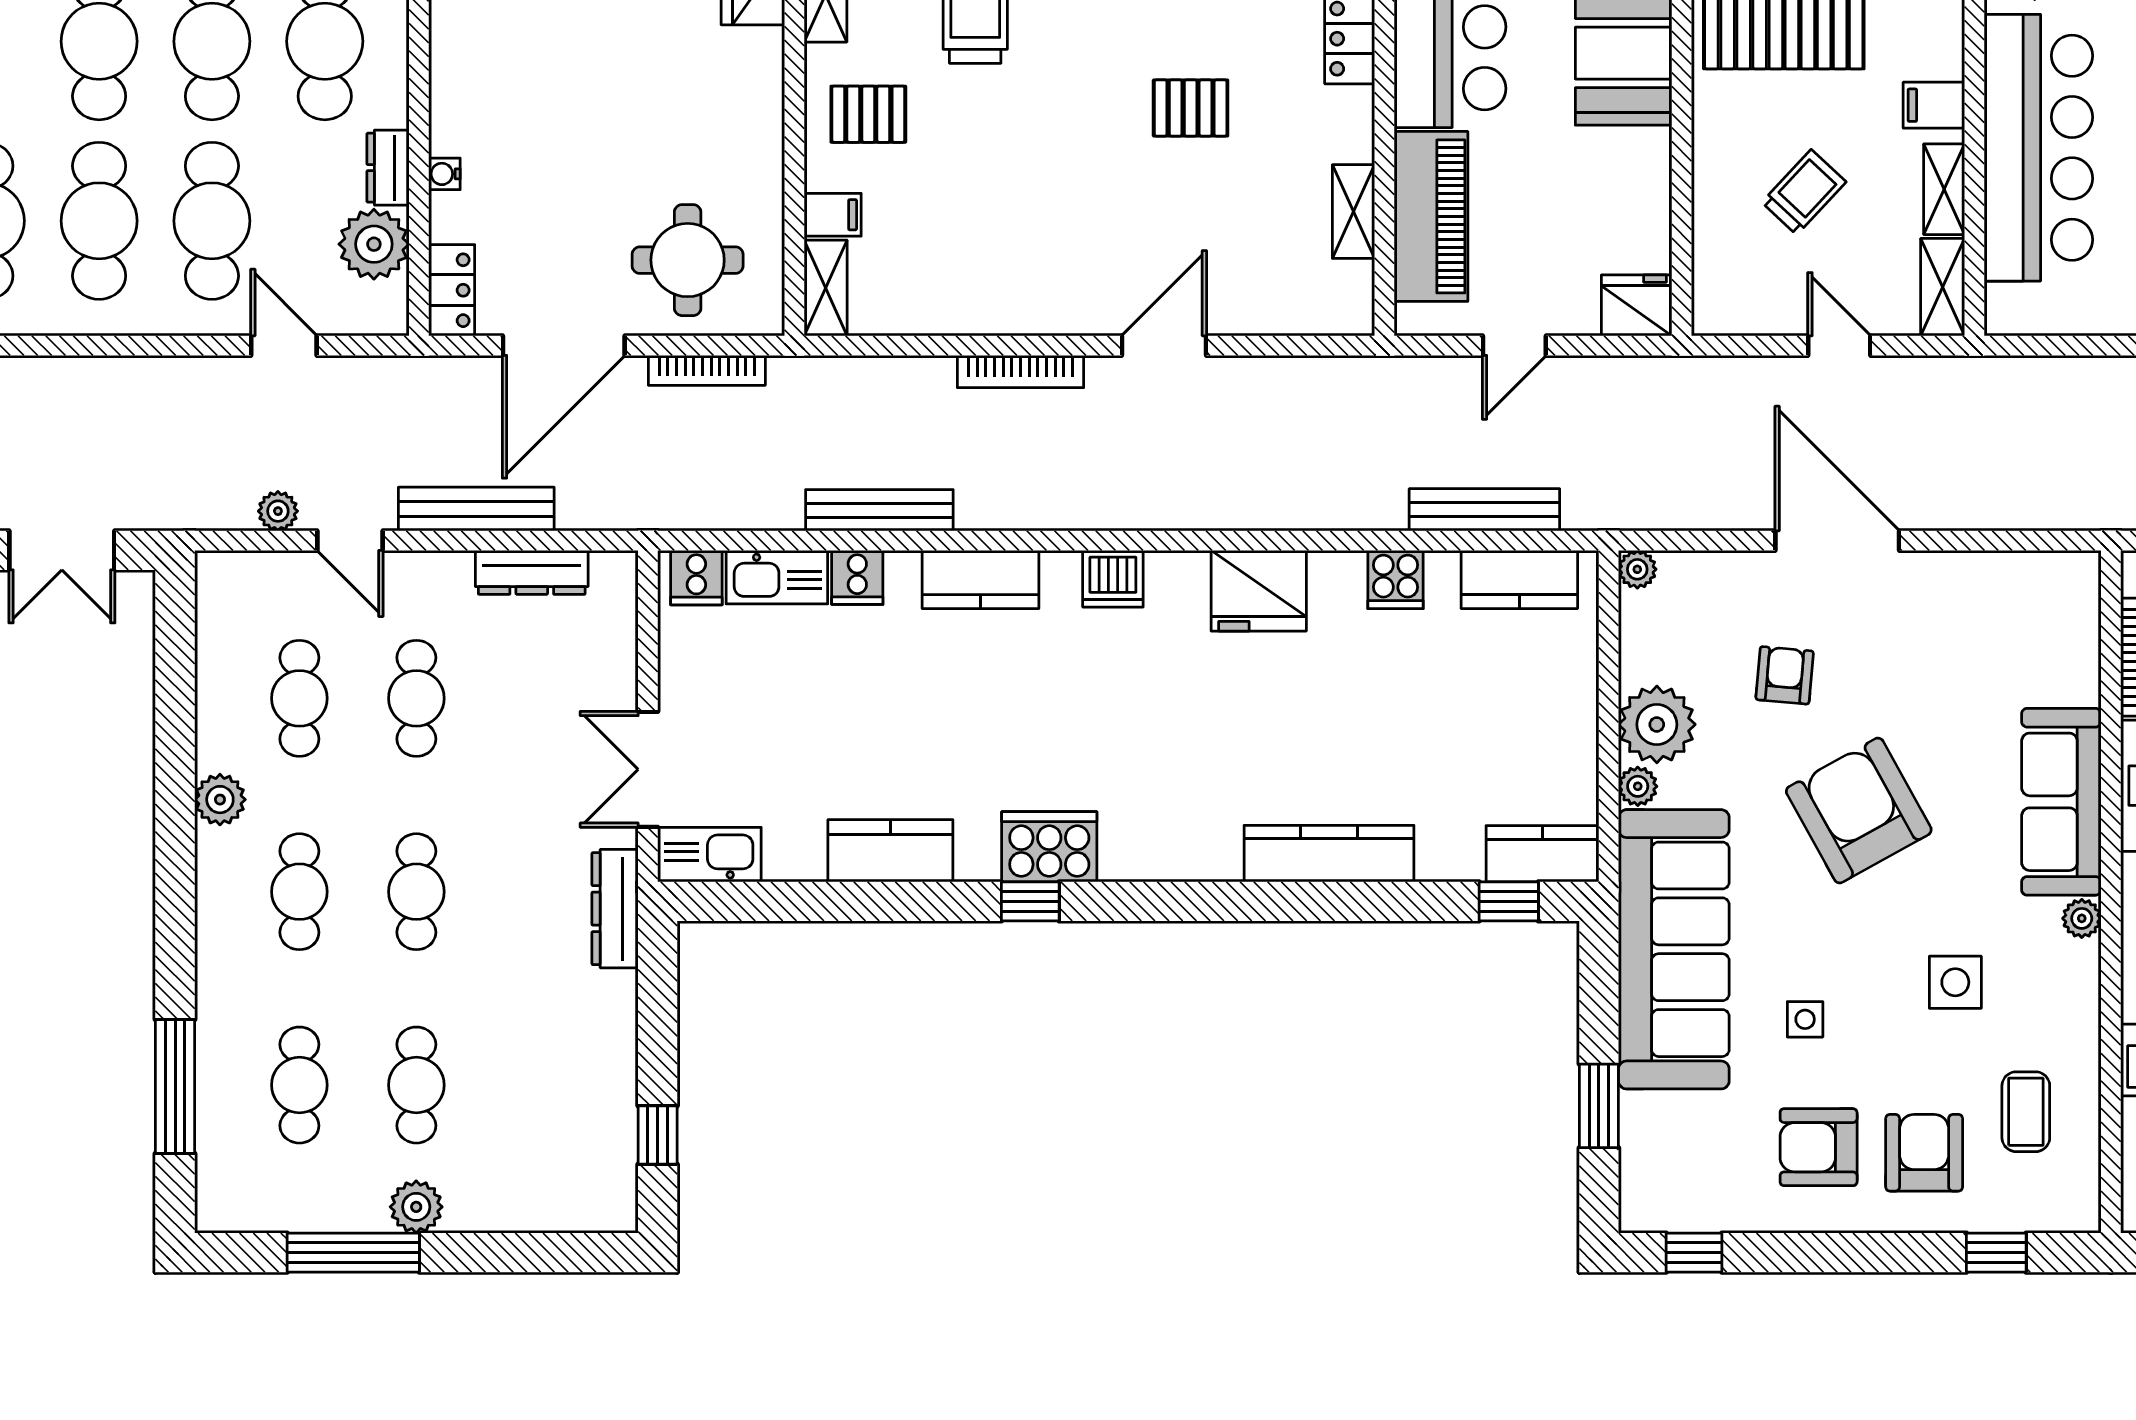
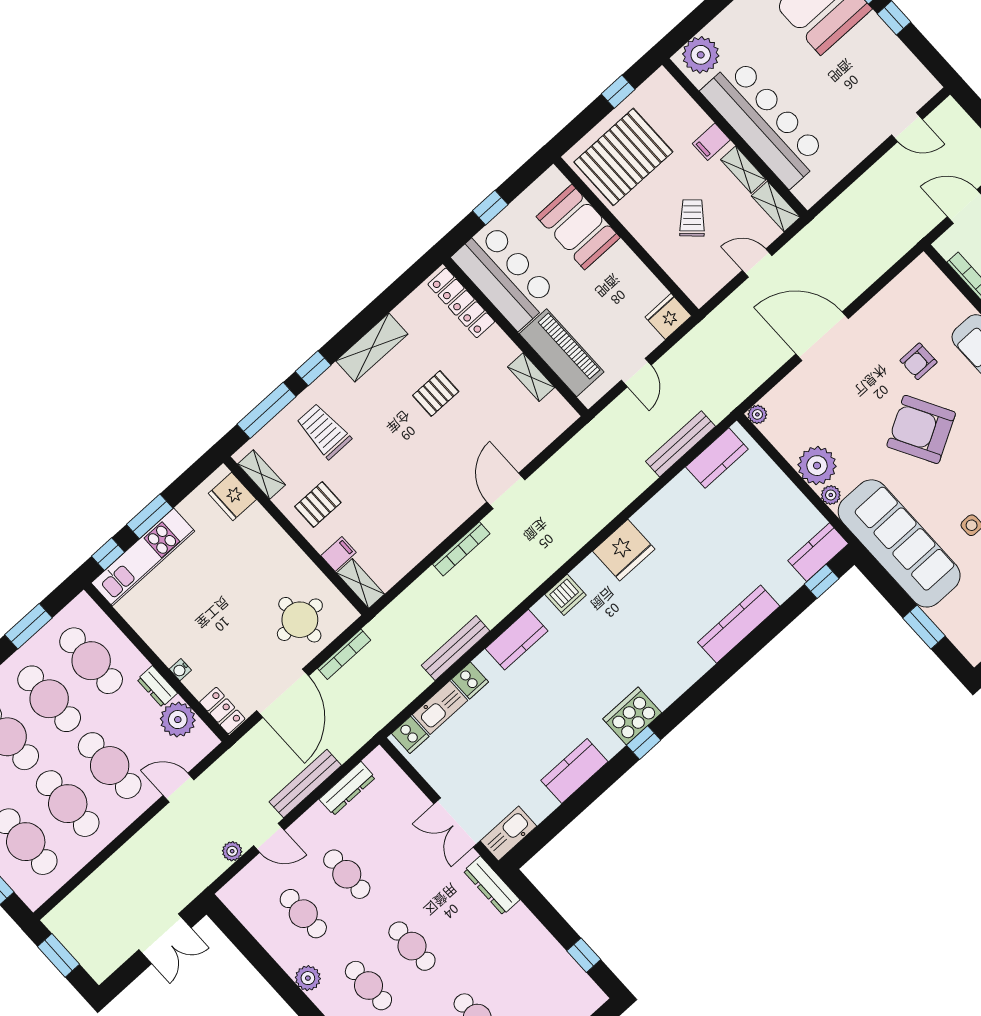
cooker: (1396, 580) -> (671, 500), removed
armchair: (1785, 675) -> (919, 361), moved, turned -95

